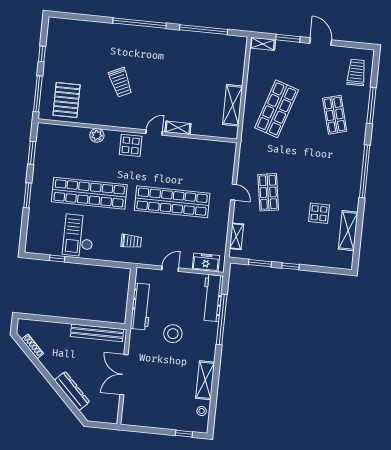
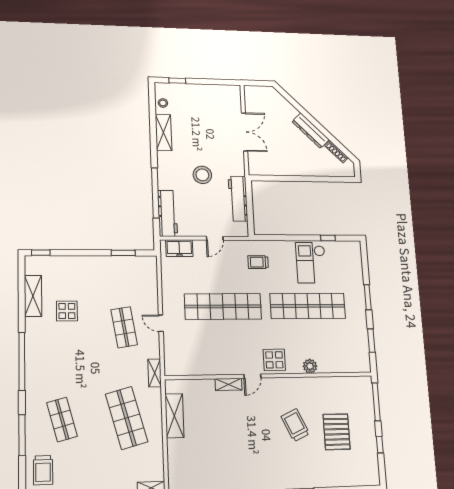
pallet: (67, 100) -> (337, 432), moved
shop shelf: (277, 109) -> (127, 418), turned -33
checkout: (79, 235) -> (311, 263), turned 180
shelving: (236, 236) -> (155, 373), moved
window: (290, 266) -> (41, 253), moved
bench: (97, 333) -> (277, 170), removed
dresser: (72, 391) -> (311, 131), moved

